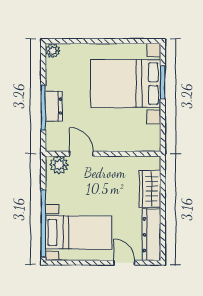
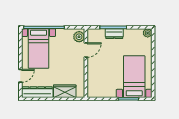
bed with nightstands: (126, 84) -> (134, 77), width x0.73

